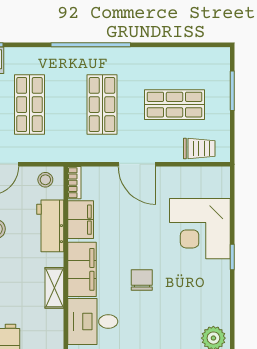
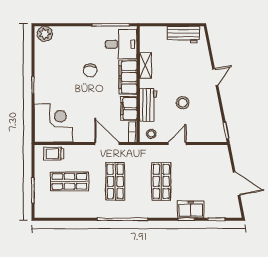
door: (137, 164) -> (107, 144), moved
corner desk: (200, 229) -> (53, 123), moved

